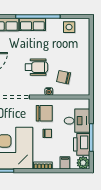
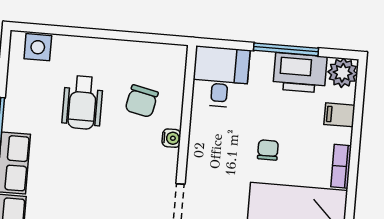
side table: (69, 27) -> (38, 47), moved
wheelchair: (36, 67) -> (82, 103), moved, turned 180
chair: (44, 113) -> (221, 153), removed
desk: (77, 121) -> (221, 77), moved

